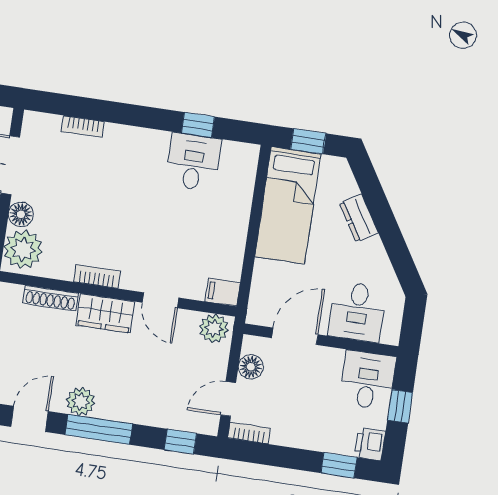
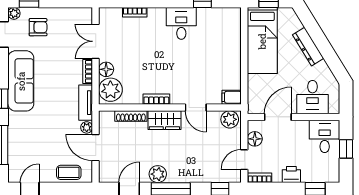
desk: (193, 162) -> (181, 23), moved
dresser: (359, 218) -> (308, 47), width x1.44
printer: (370, 444) -> (291, 174), moved, turned 90

